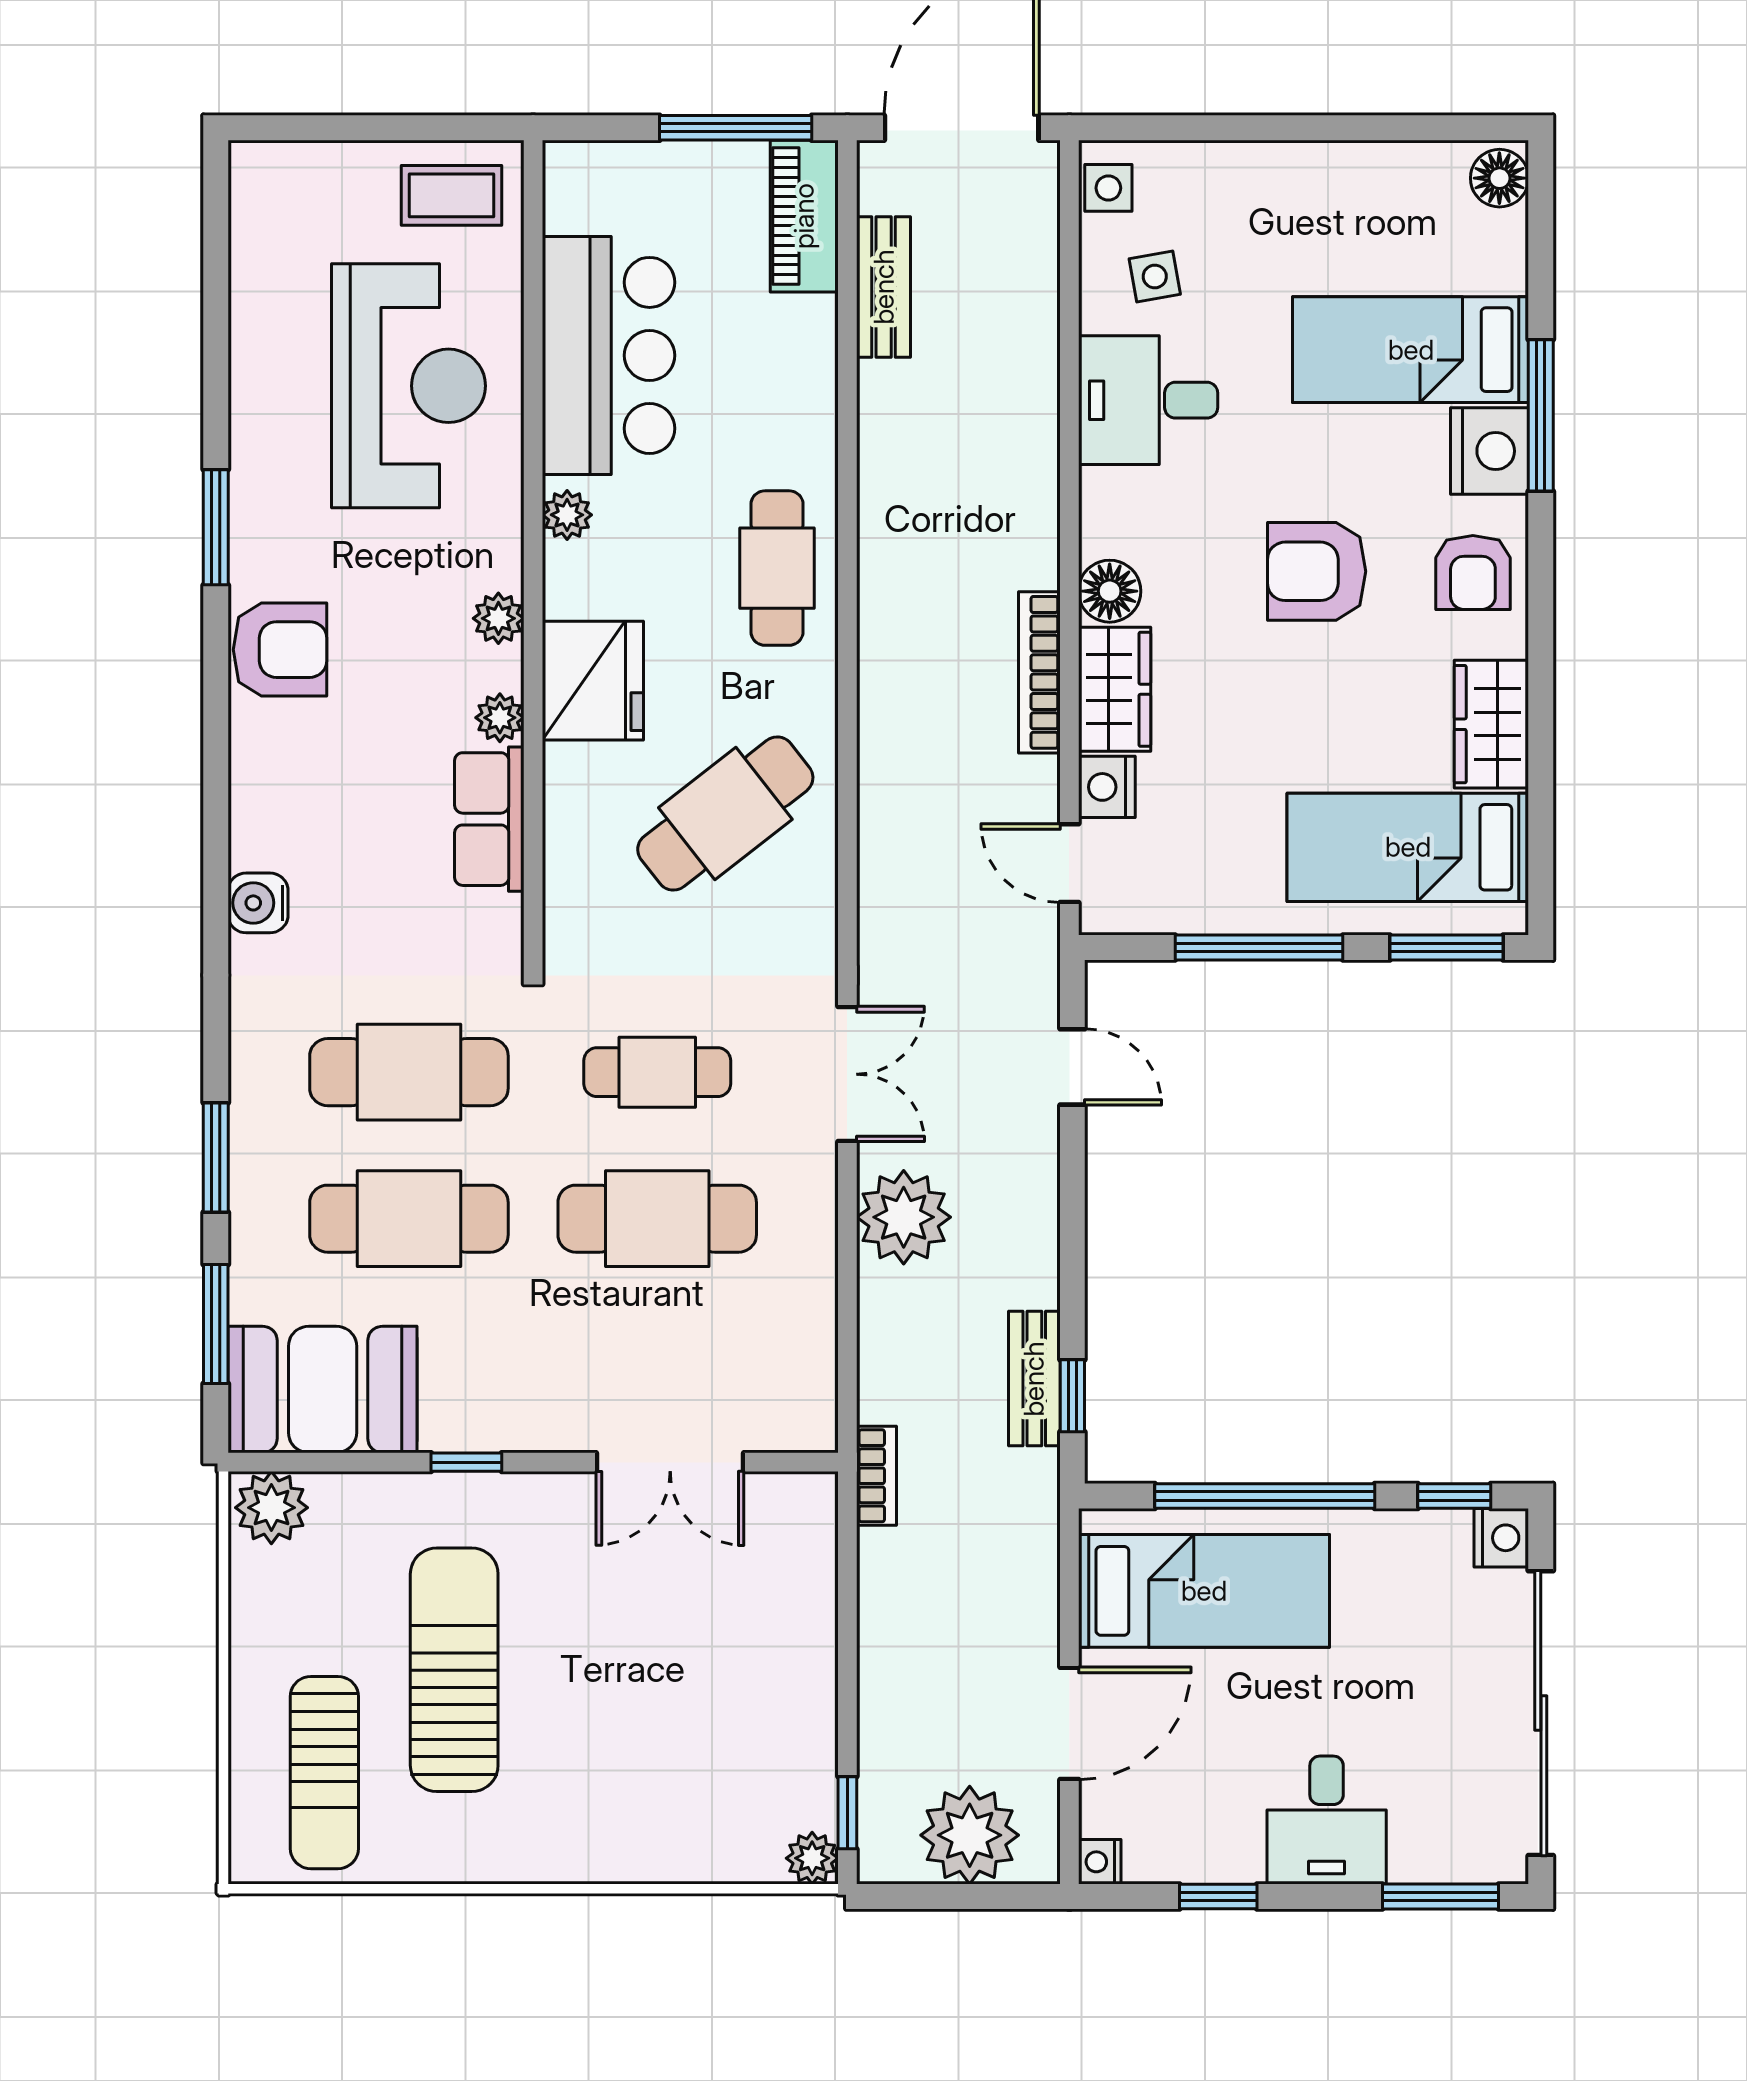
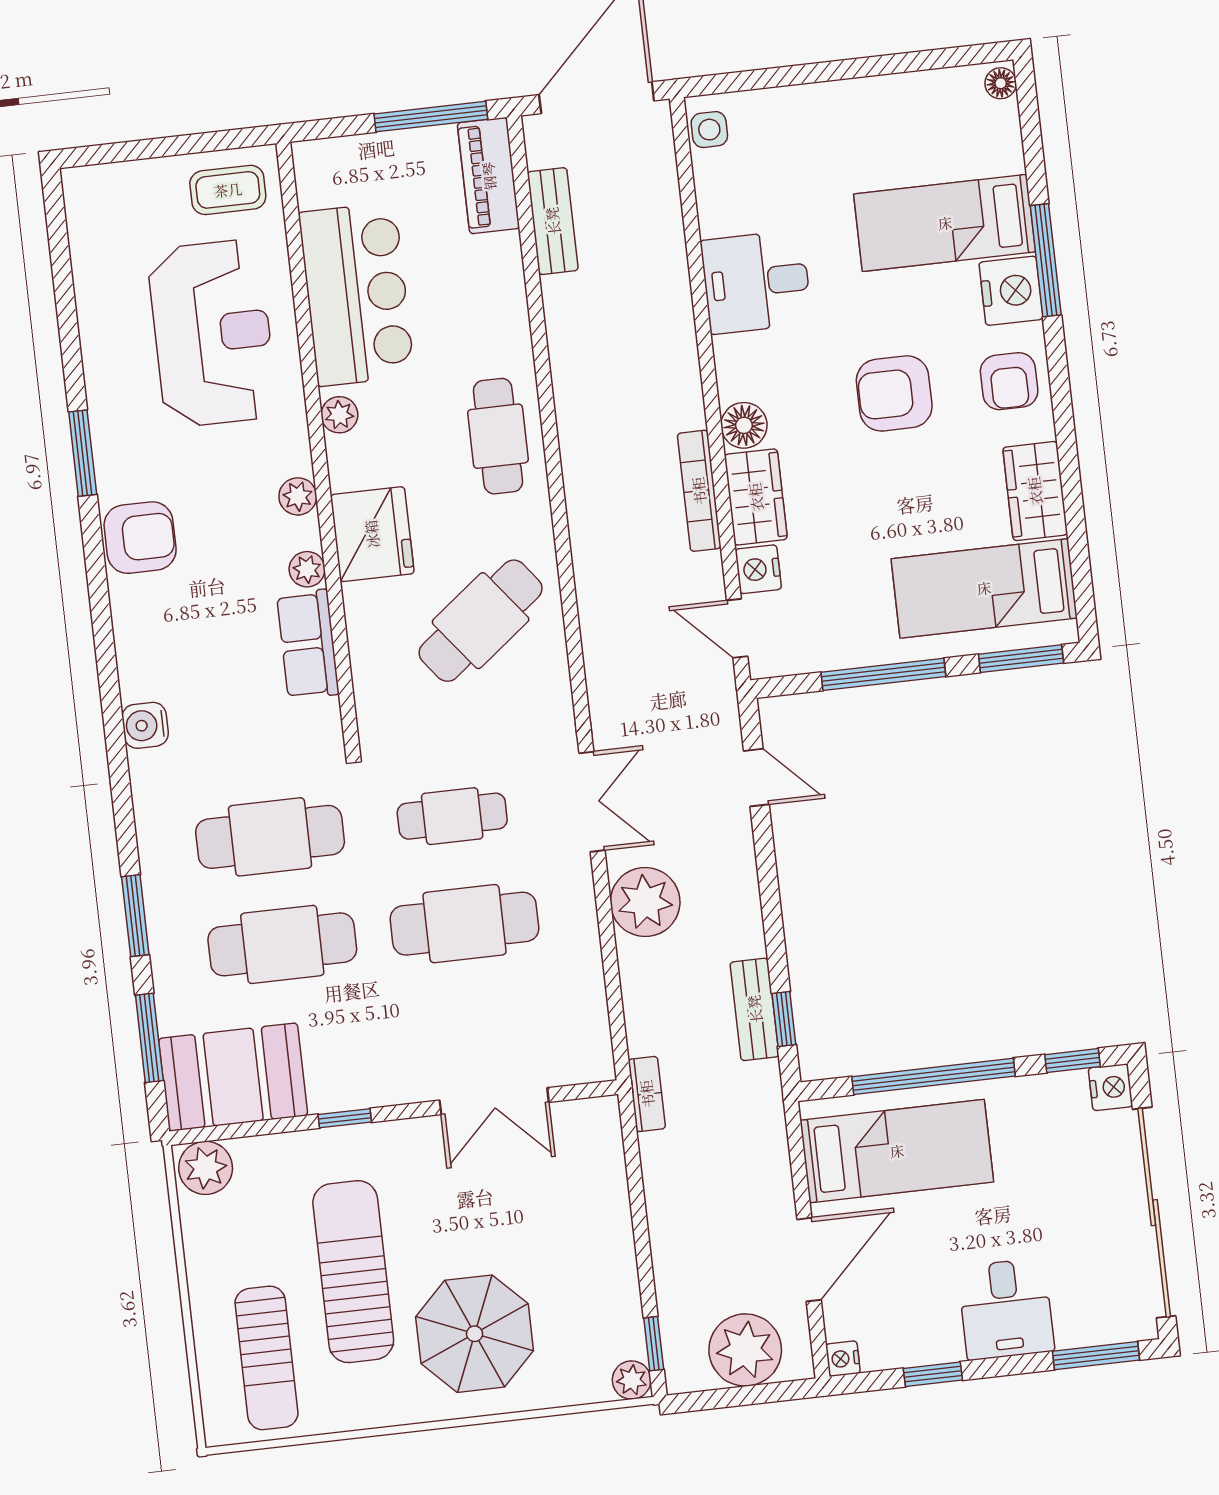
floor lamp: (1499, 178) -> (1001, 83), width x0.73, depth x0.73
side table: (1155, 276) -> (751, 191), removed
parasol: (608, 1772) -> (475, 1334), added

